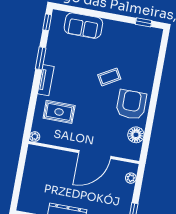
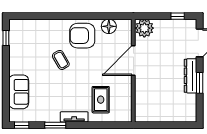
plant: (35, 137) -> (127, 118), removed
door: (95, 154) -> (133, 60), swing flipped
plant: (131, 178) -> (144, 28), width x1.88, depth x1.88

